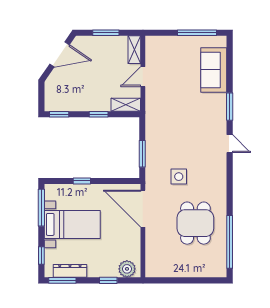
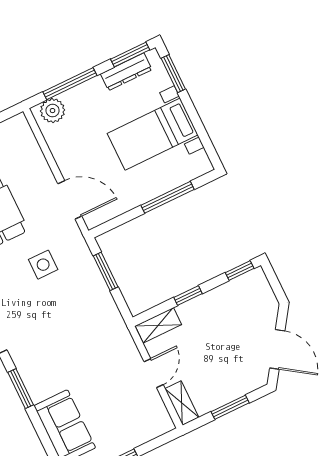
door: (60, 54) -> (277, 349), swing flipped
window: (82, 181) -> (168, 197), width x2.17
window: (41, 208) -> (204, 137), removed
door: (143, 209) -> (70, 200), width x0.73
window: (41, 256) -> (173, 74), width x1.50
window: (108, 280) -> (70, 84), width x2.17

